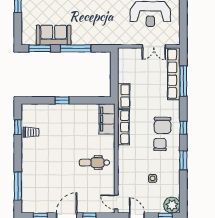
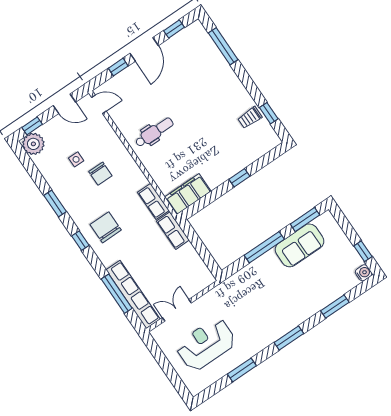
filing cabinet: (107, 119) -> (188, 194), moved, turned -90
row of seats: (123, 127) -> (153, 201), width x0.68
chair: (160, 144) -> (100, 174), moved

